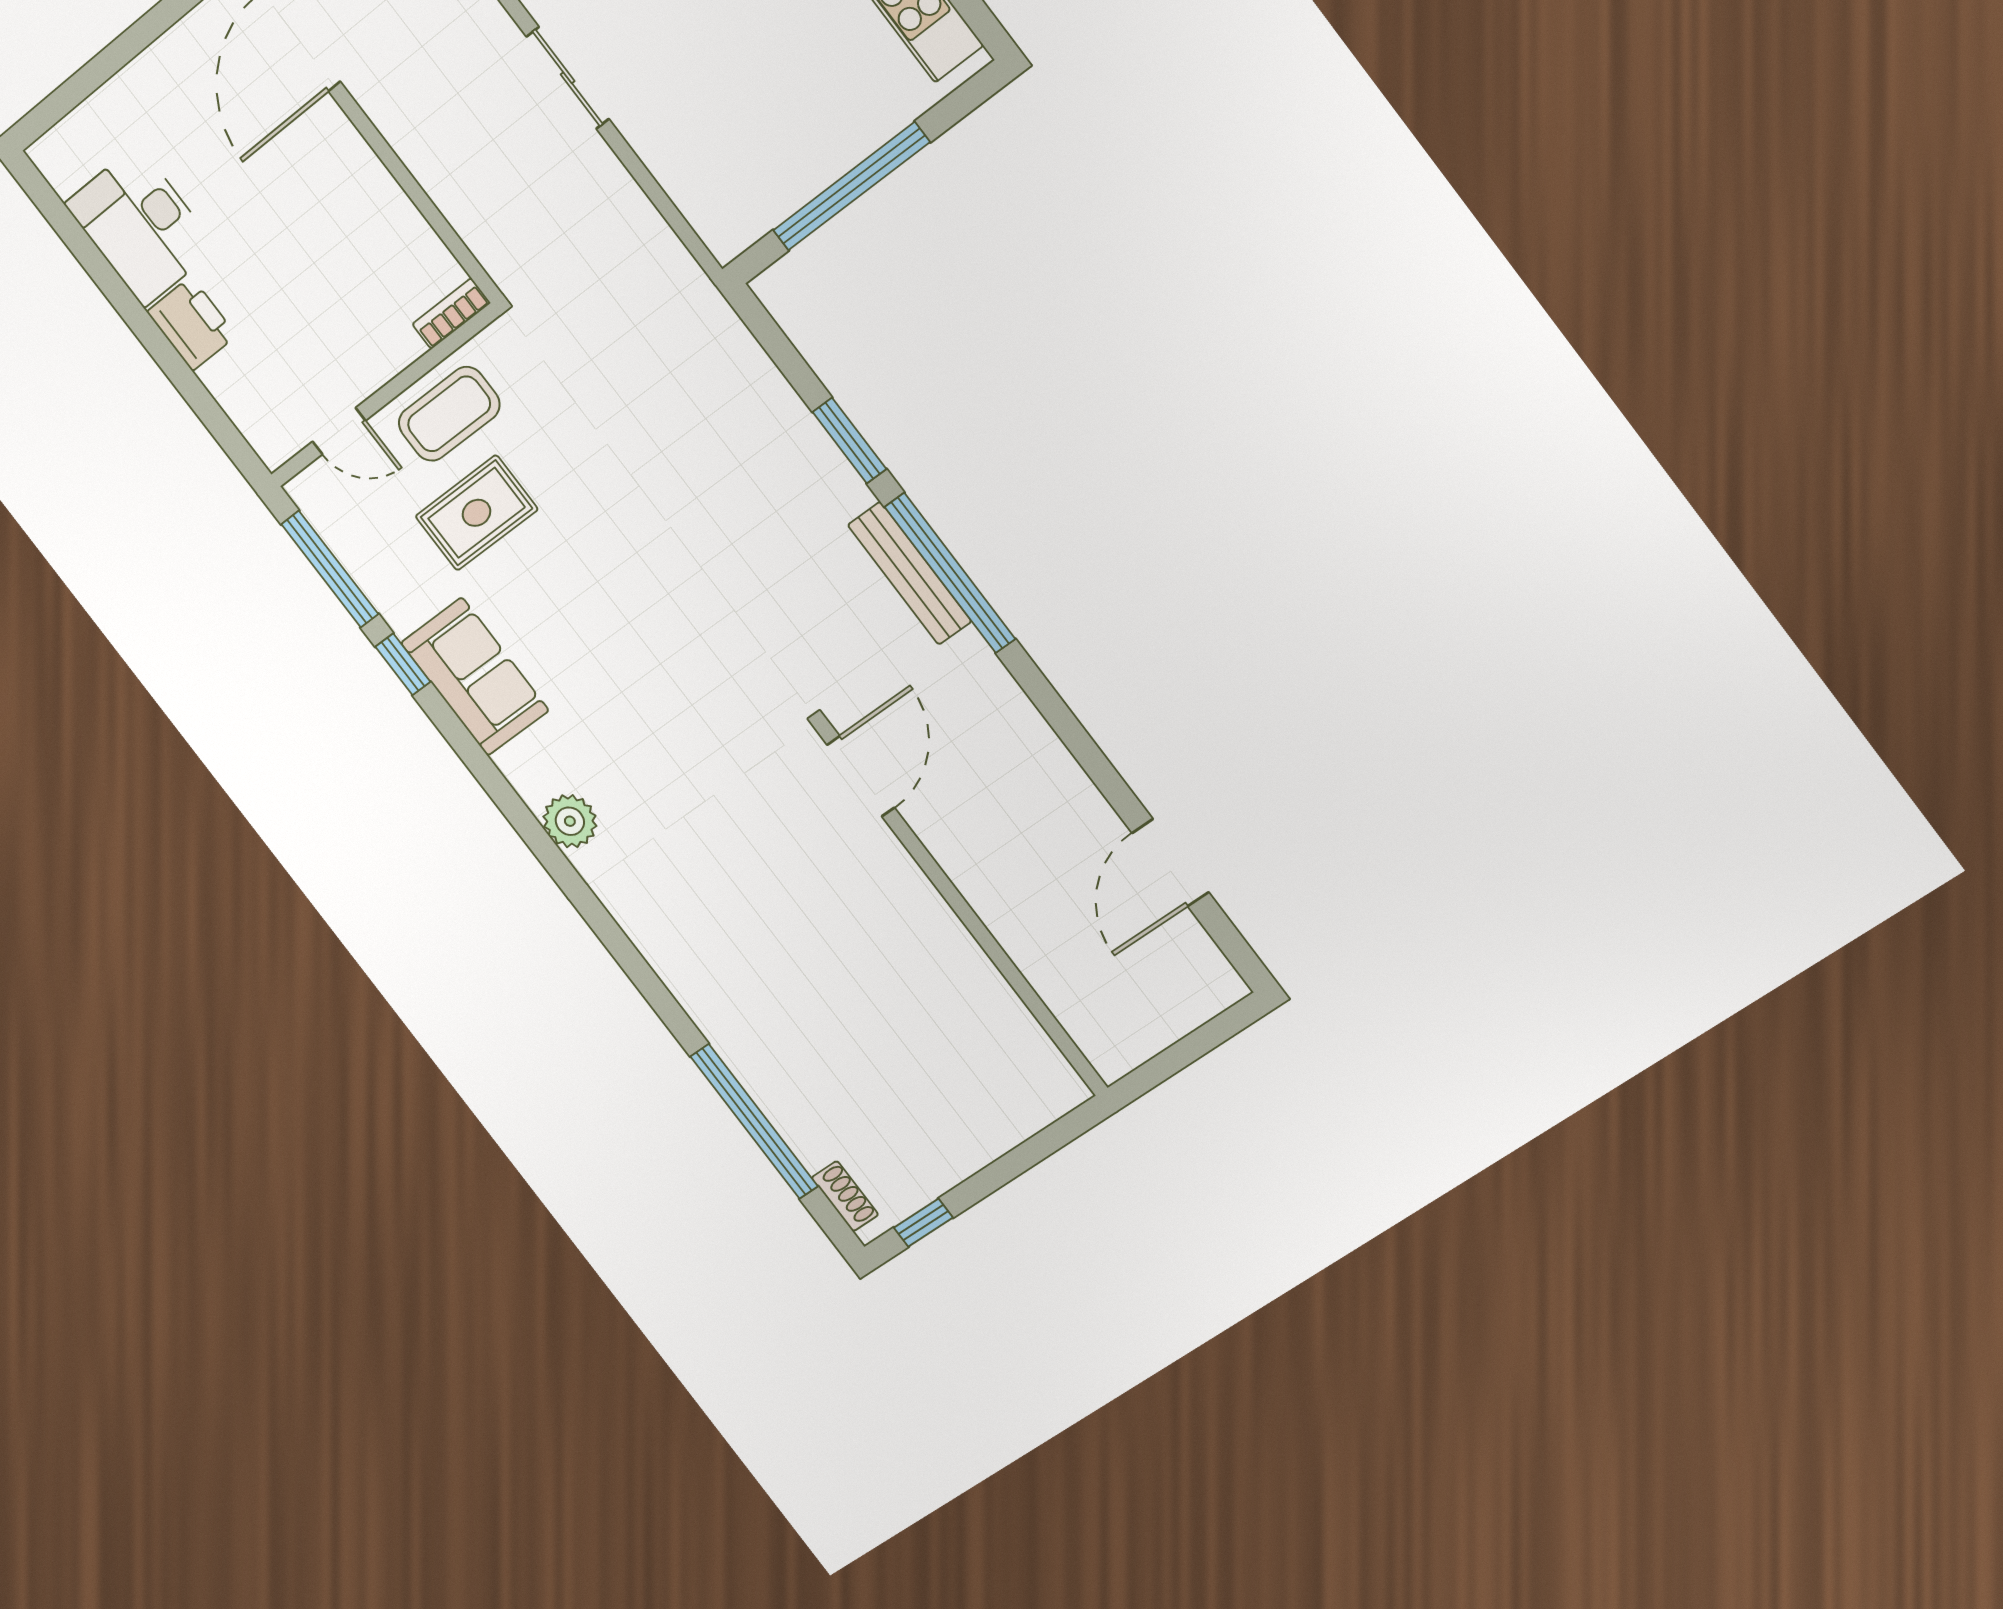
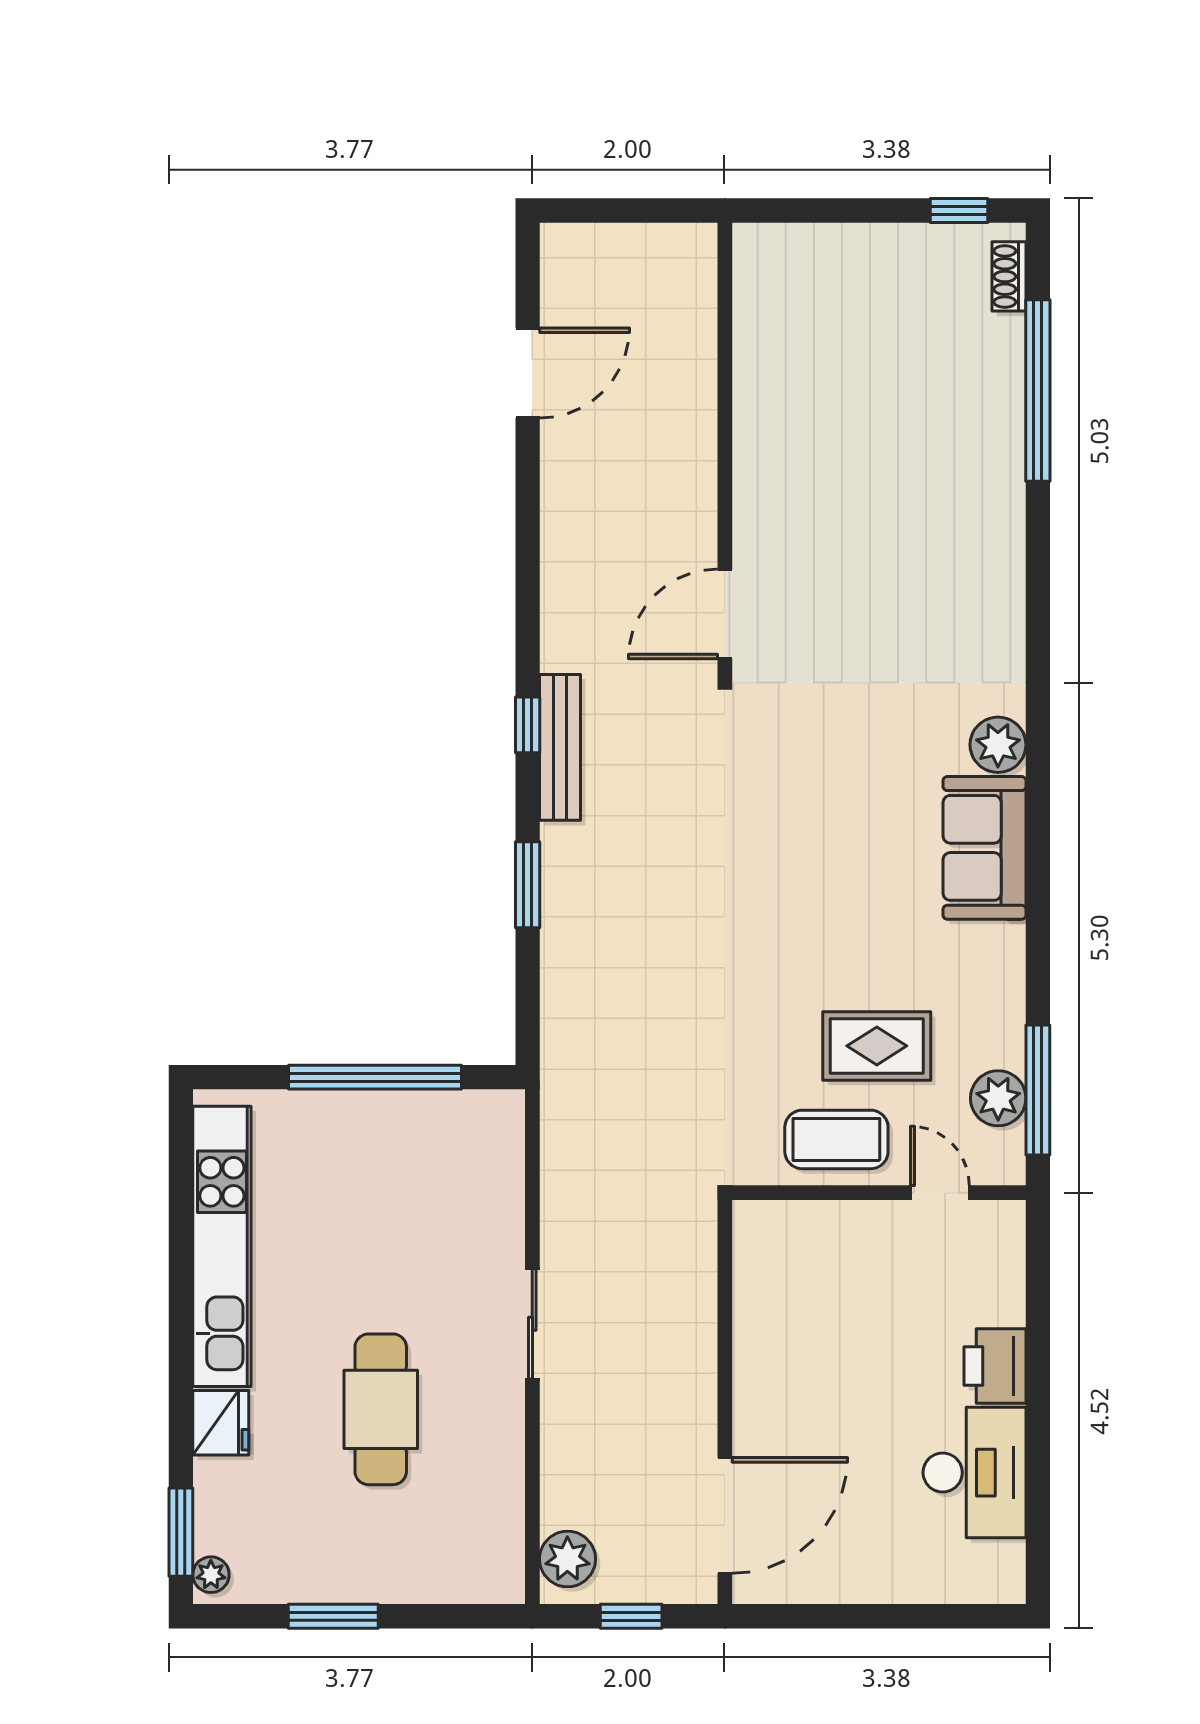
bookcase: (451, 314) -> (771, 1215), removed
plant: (354, 540) -> (998, 1098), added
window: (950, 573) -> (528, 725), width x0.32
window: (403, 664) -> (1038, 970), removed
sofa: (475, 677) -> (984, 848), moved

